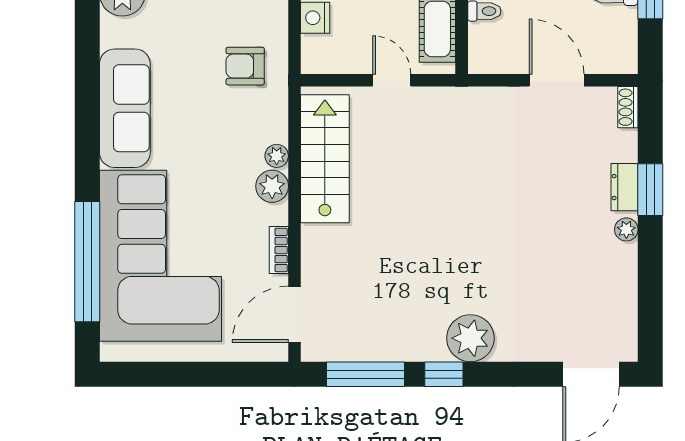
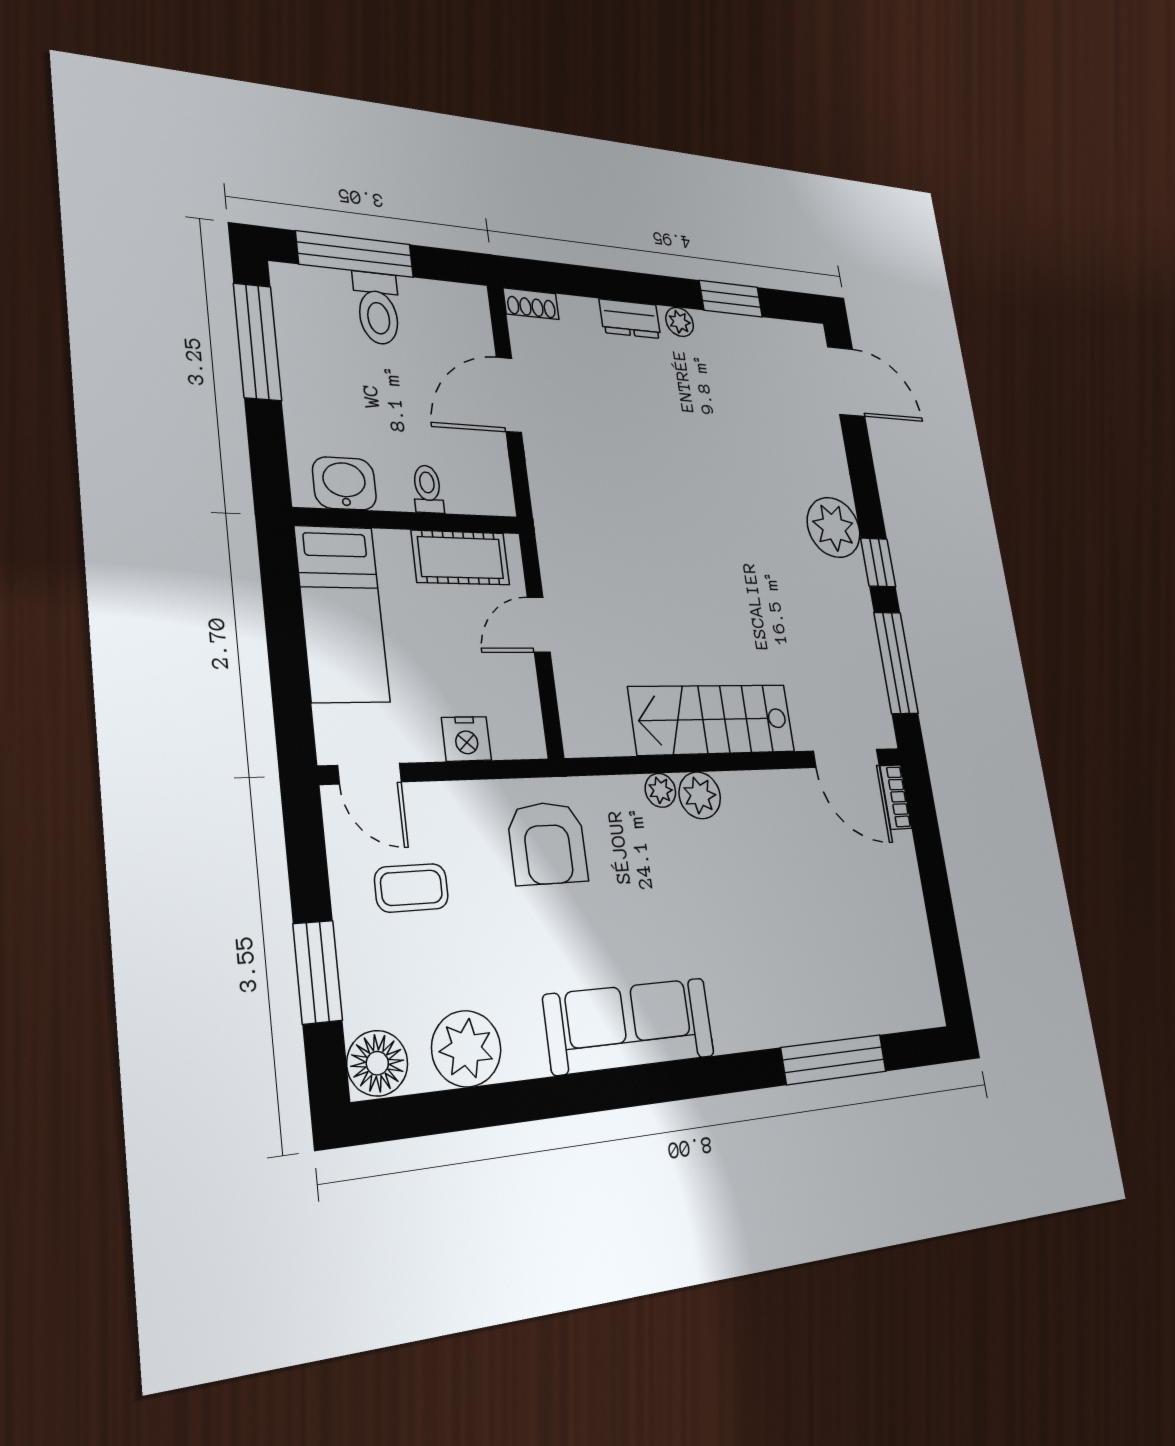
armchair: (245, 66) -> (547, 843), width x1.38, depth x1.38
stairs: (325, 159) -> (712, 719), moved
window: (650, 190) -> (731, 299), moved
bookcase: (279, 250) -> (896, 797), moved, turned 90
corner sofa: (161, 256) -> (810, 952), removed
window: (87, 262) -> (834, 1060), width x0.68

